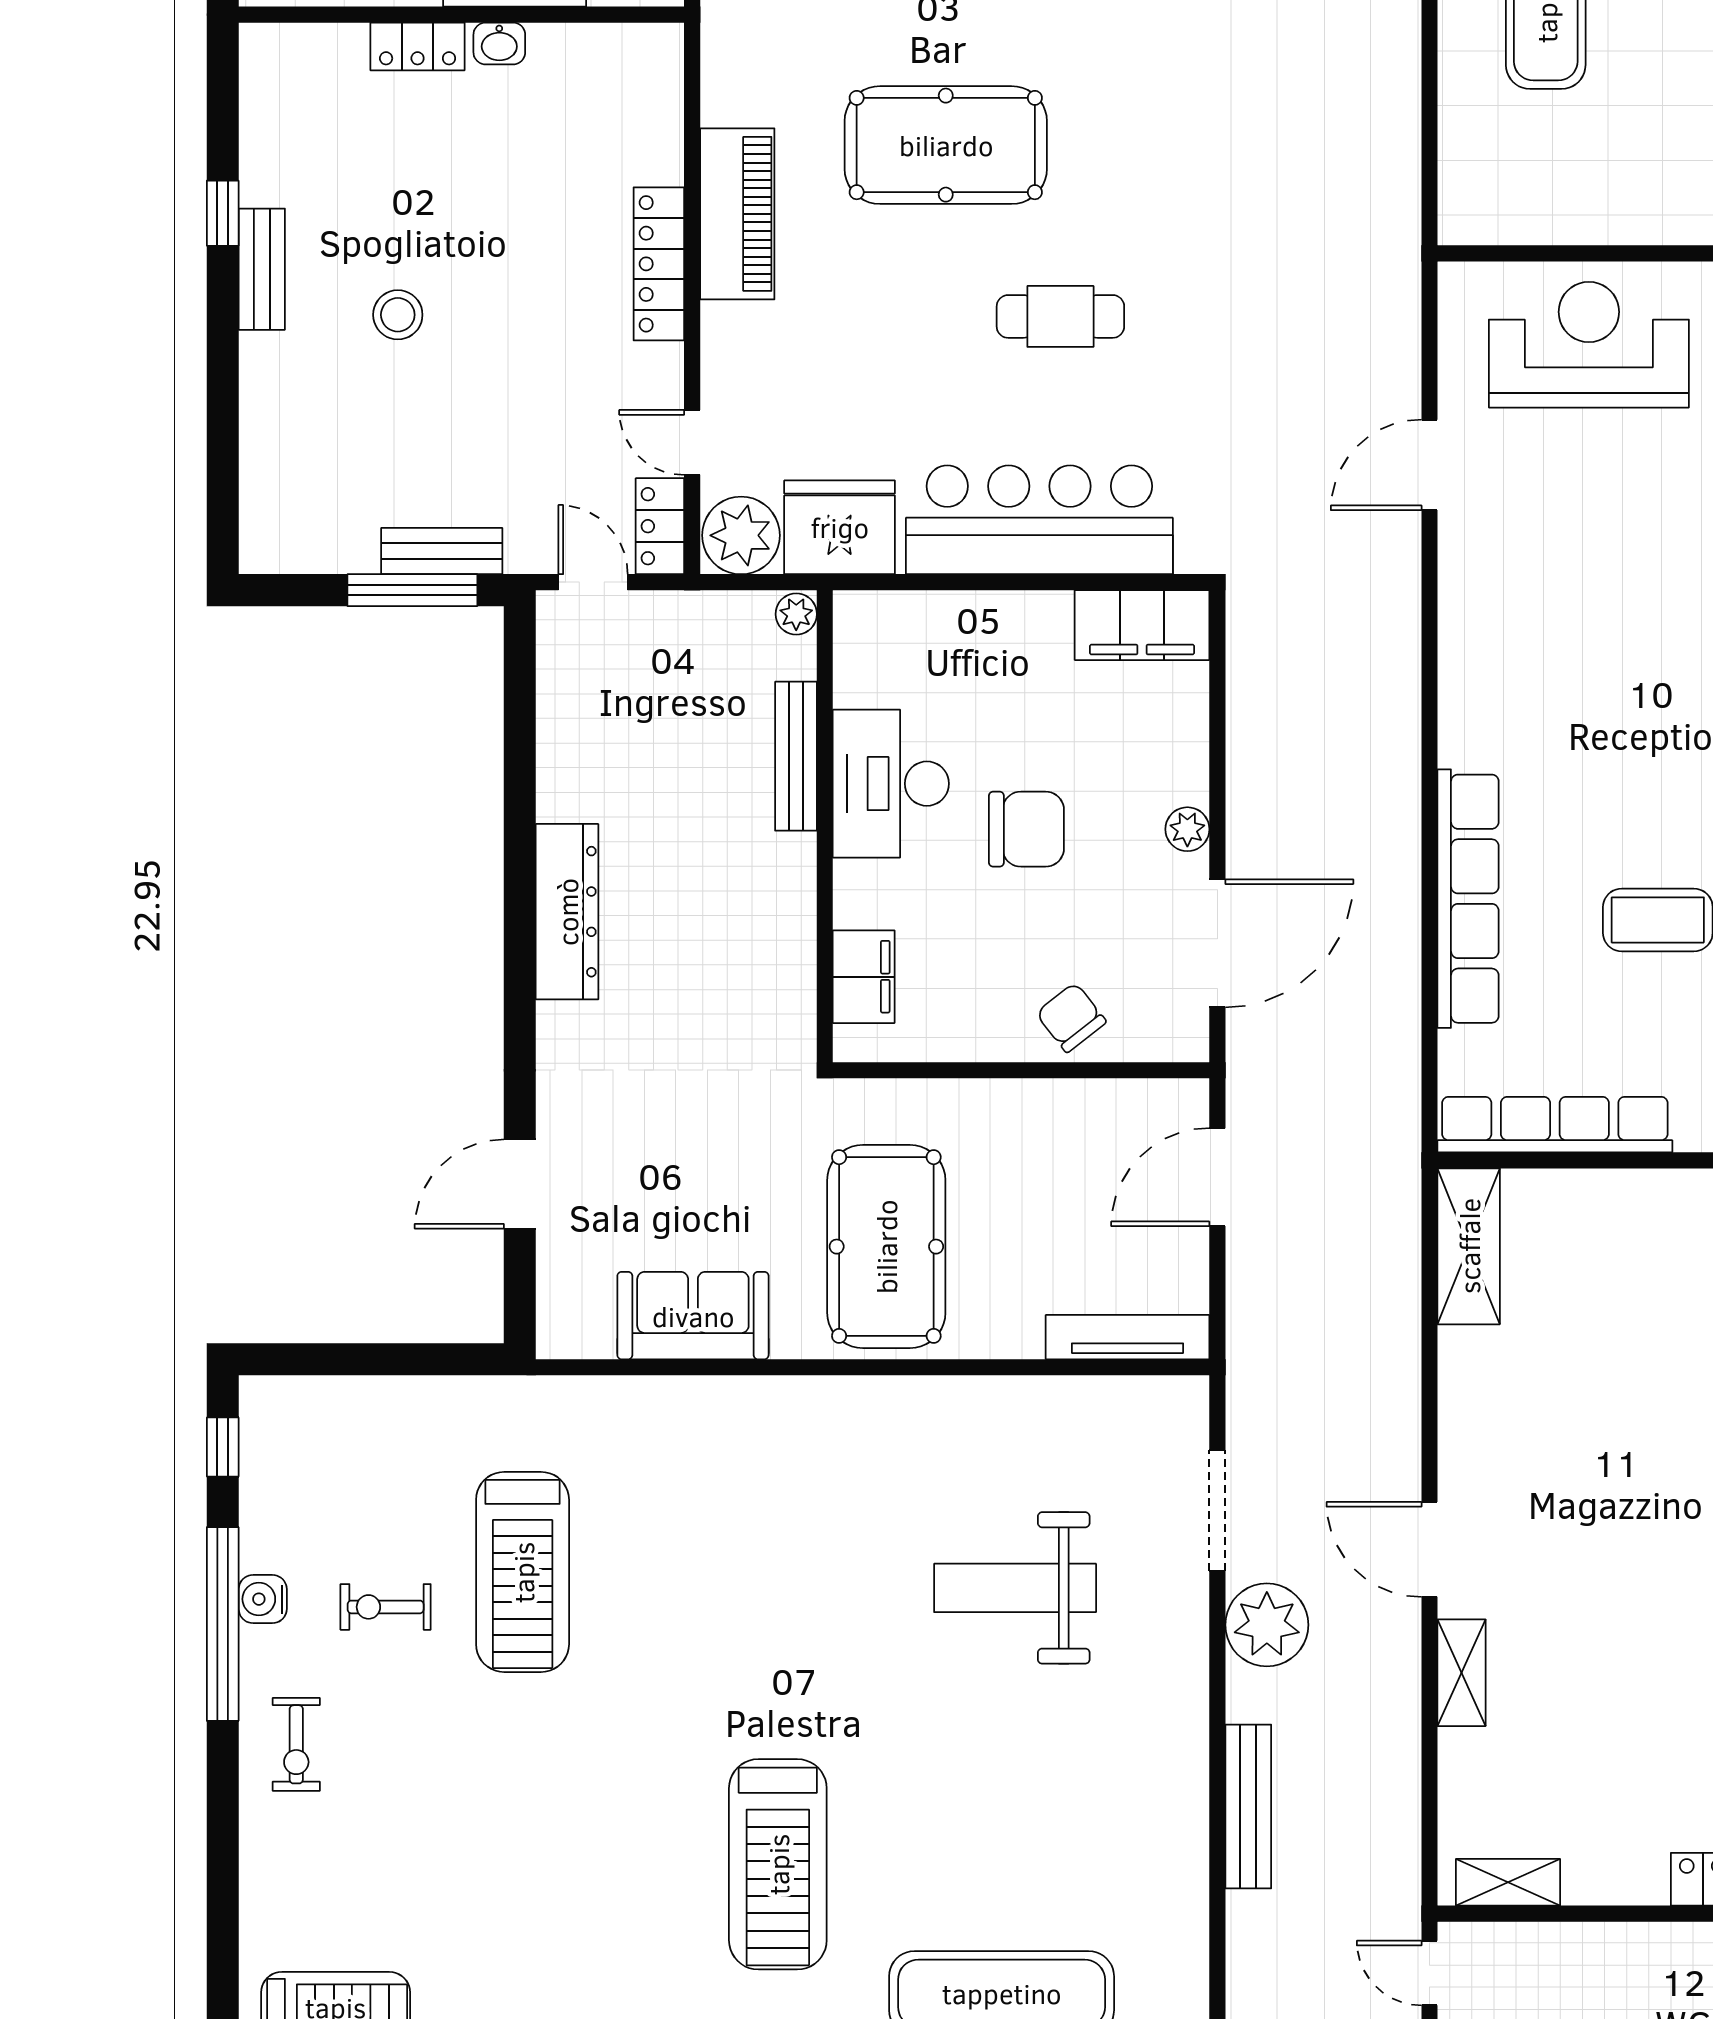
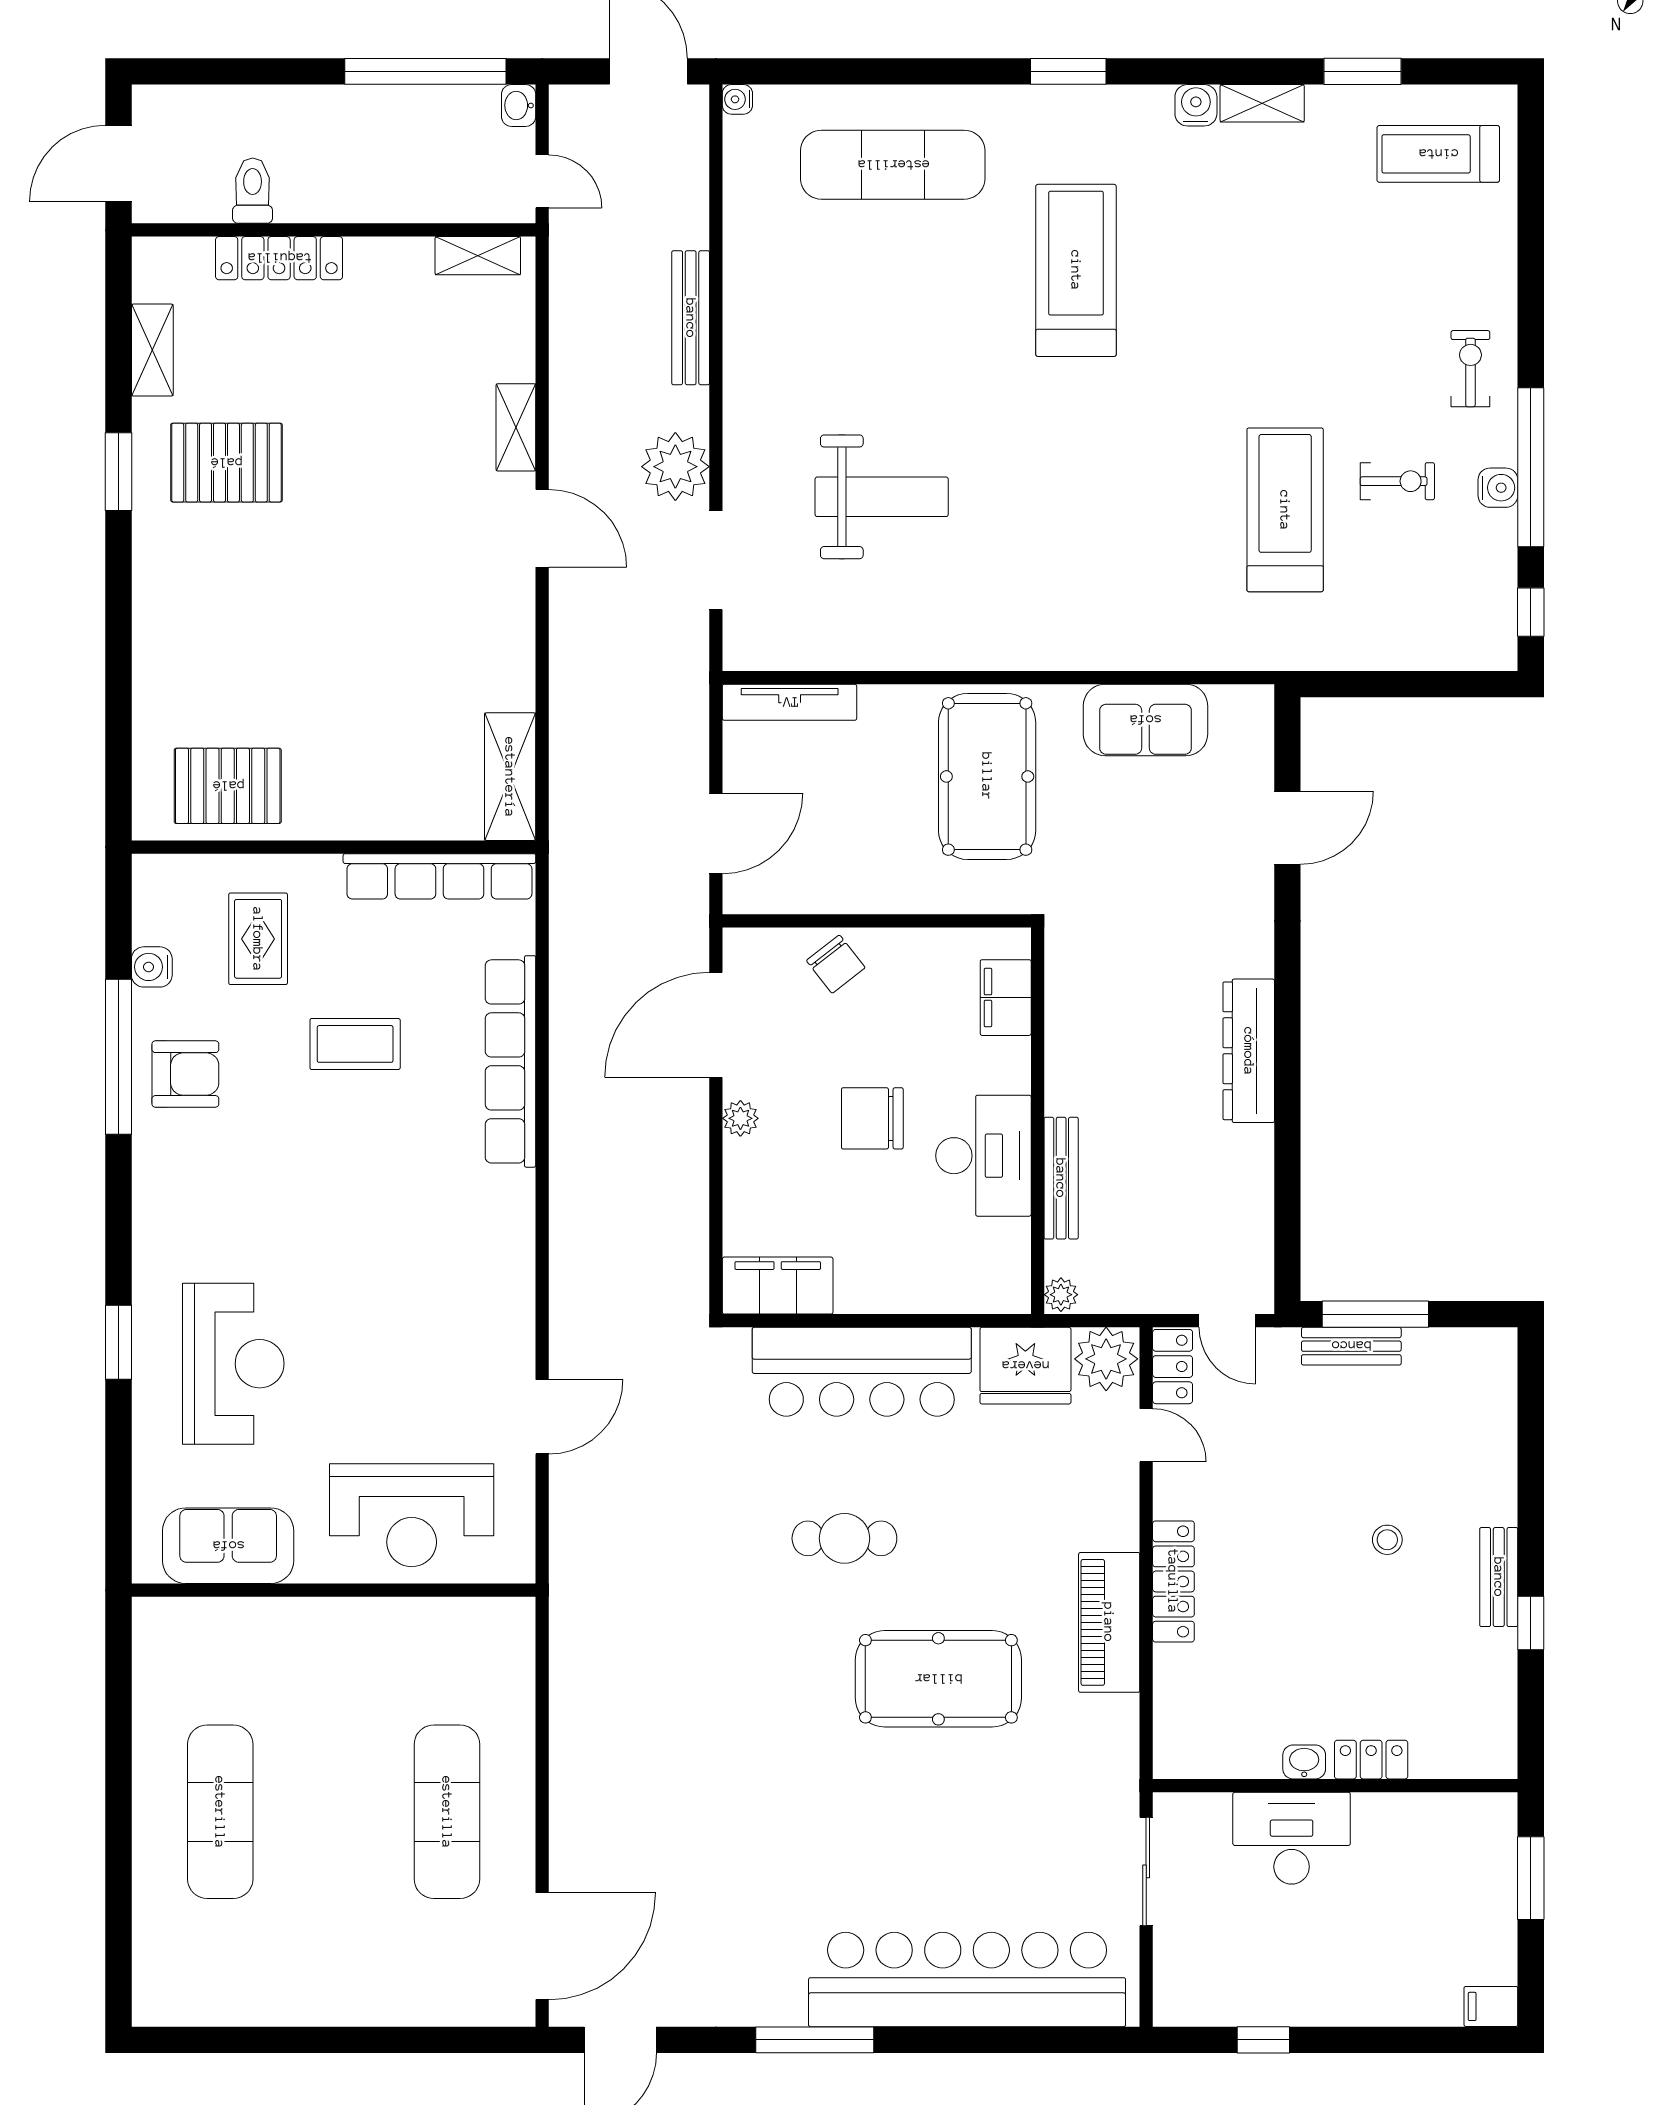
stool: (398, 315) -> (1387, 1540), width x0.73, depth x0.73

